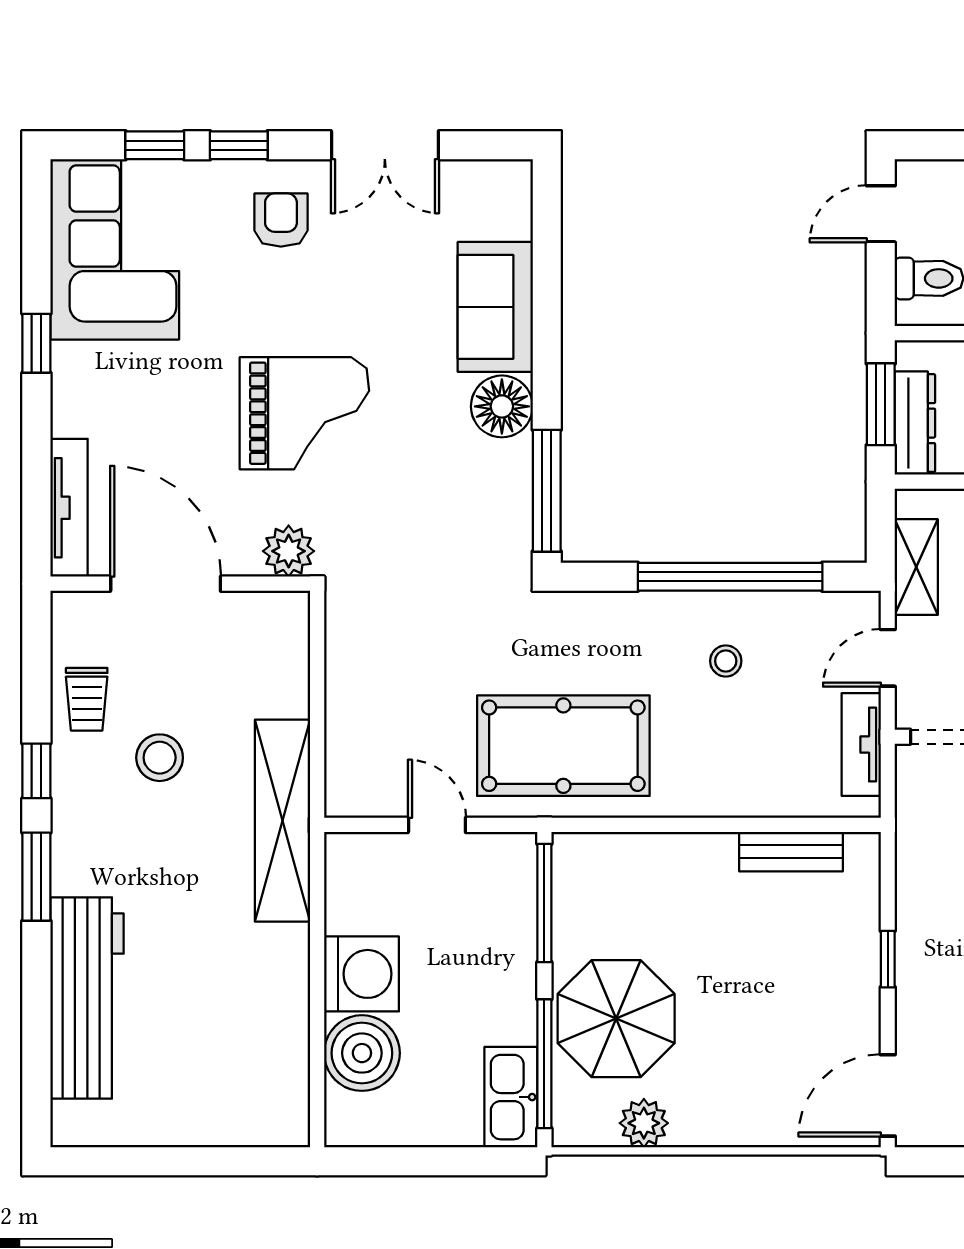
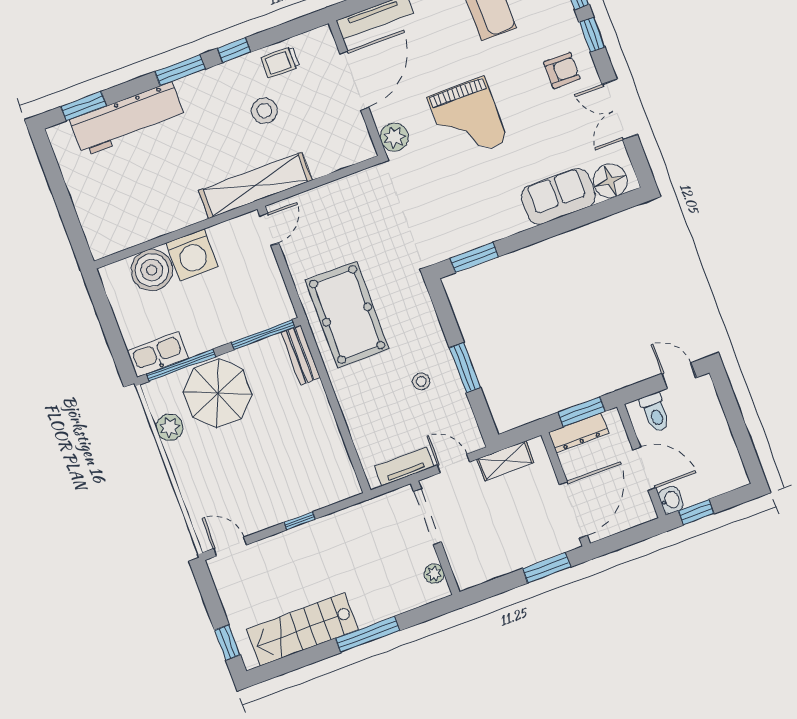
floor lamp: (502, 406) -> (610, 181), moved
window: (547, 491) -> (474, 258), width x0.69
window: (730, 577) -> (465, 368), width x0.47
door: (437, 825) -> (269, 229), moved
bench: (791, 852) -> (300, 355), moved
window: (36, 1066) -> (84, 106), added
door: (888, 1095) -> (230, 547), width x0.73

